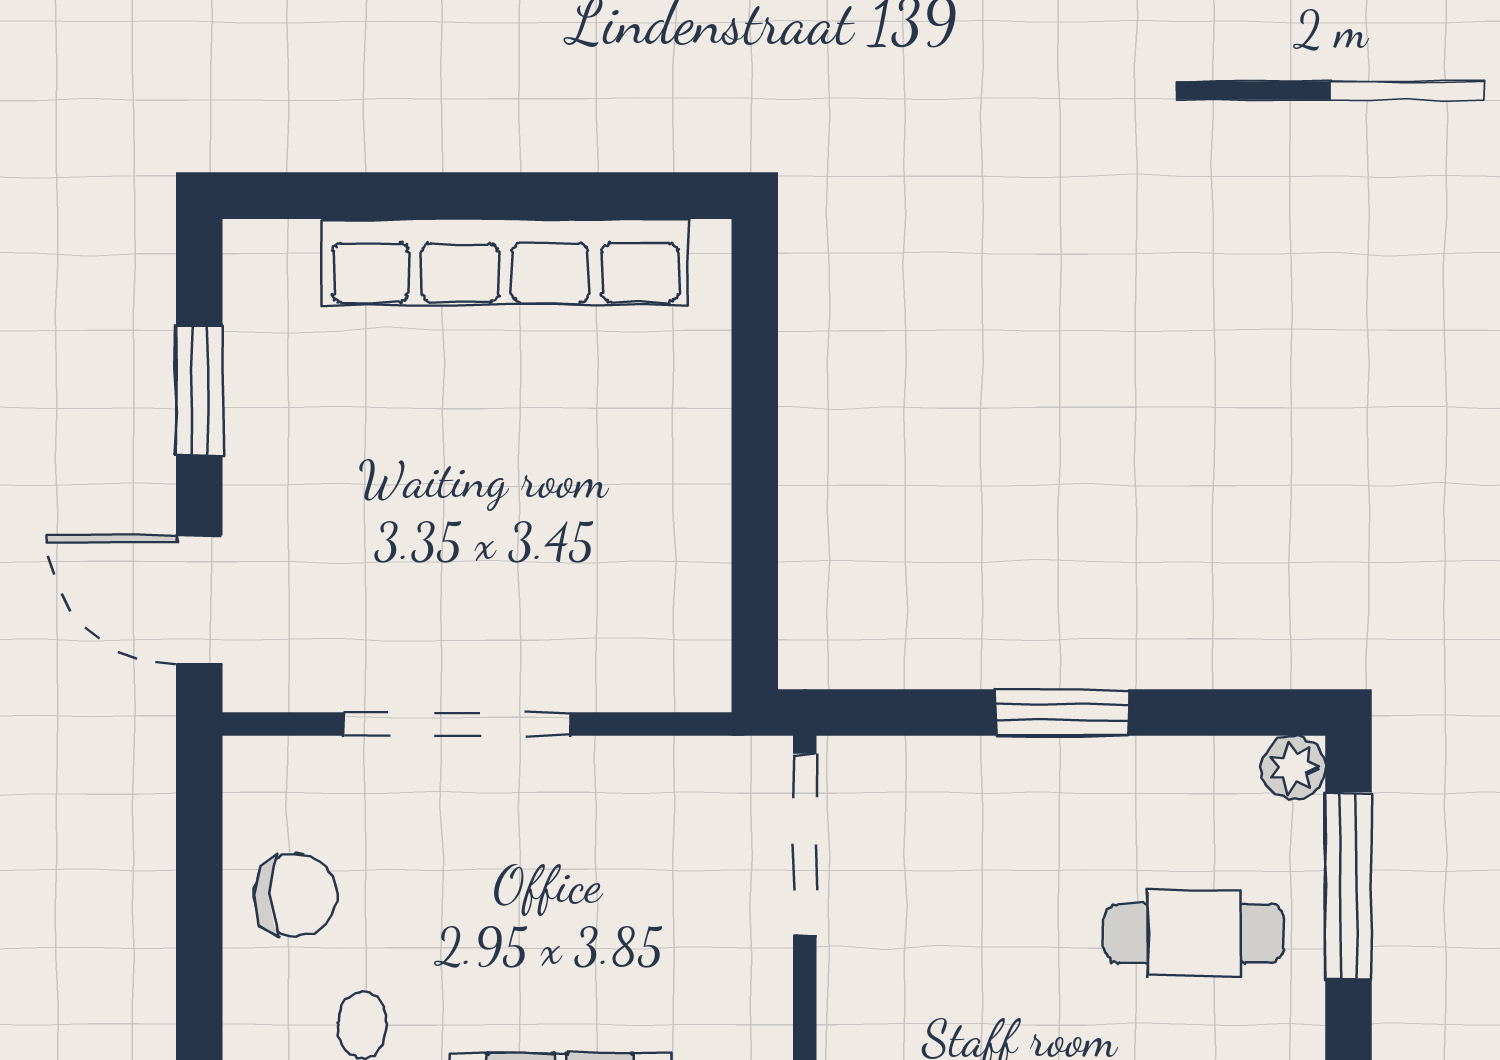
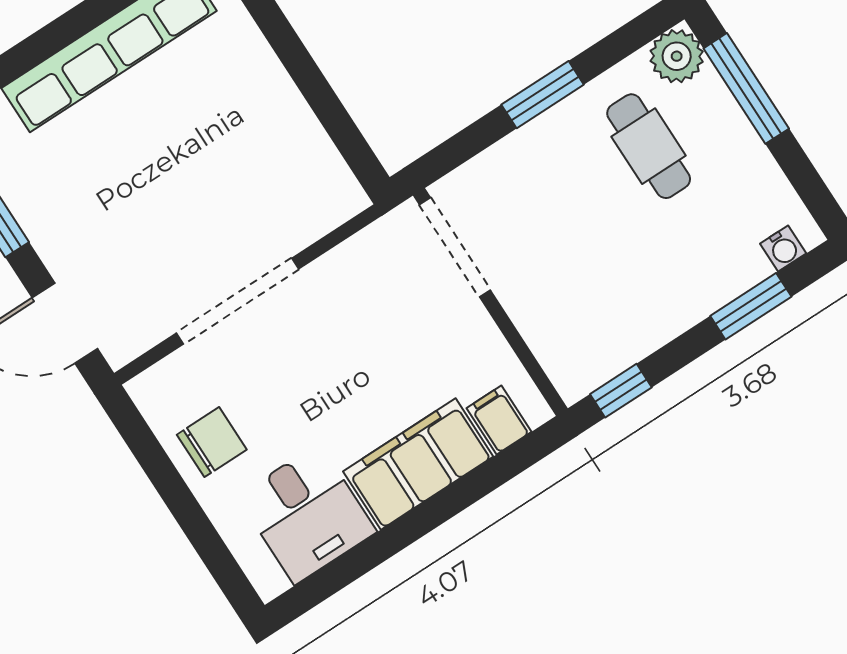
plant: (1293, 767) -> (677, 56), width x1.38, depth x1.38
cafe table: (1194, 933) -> (649, 146), moved, turned 90

